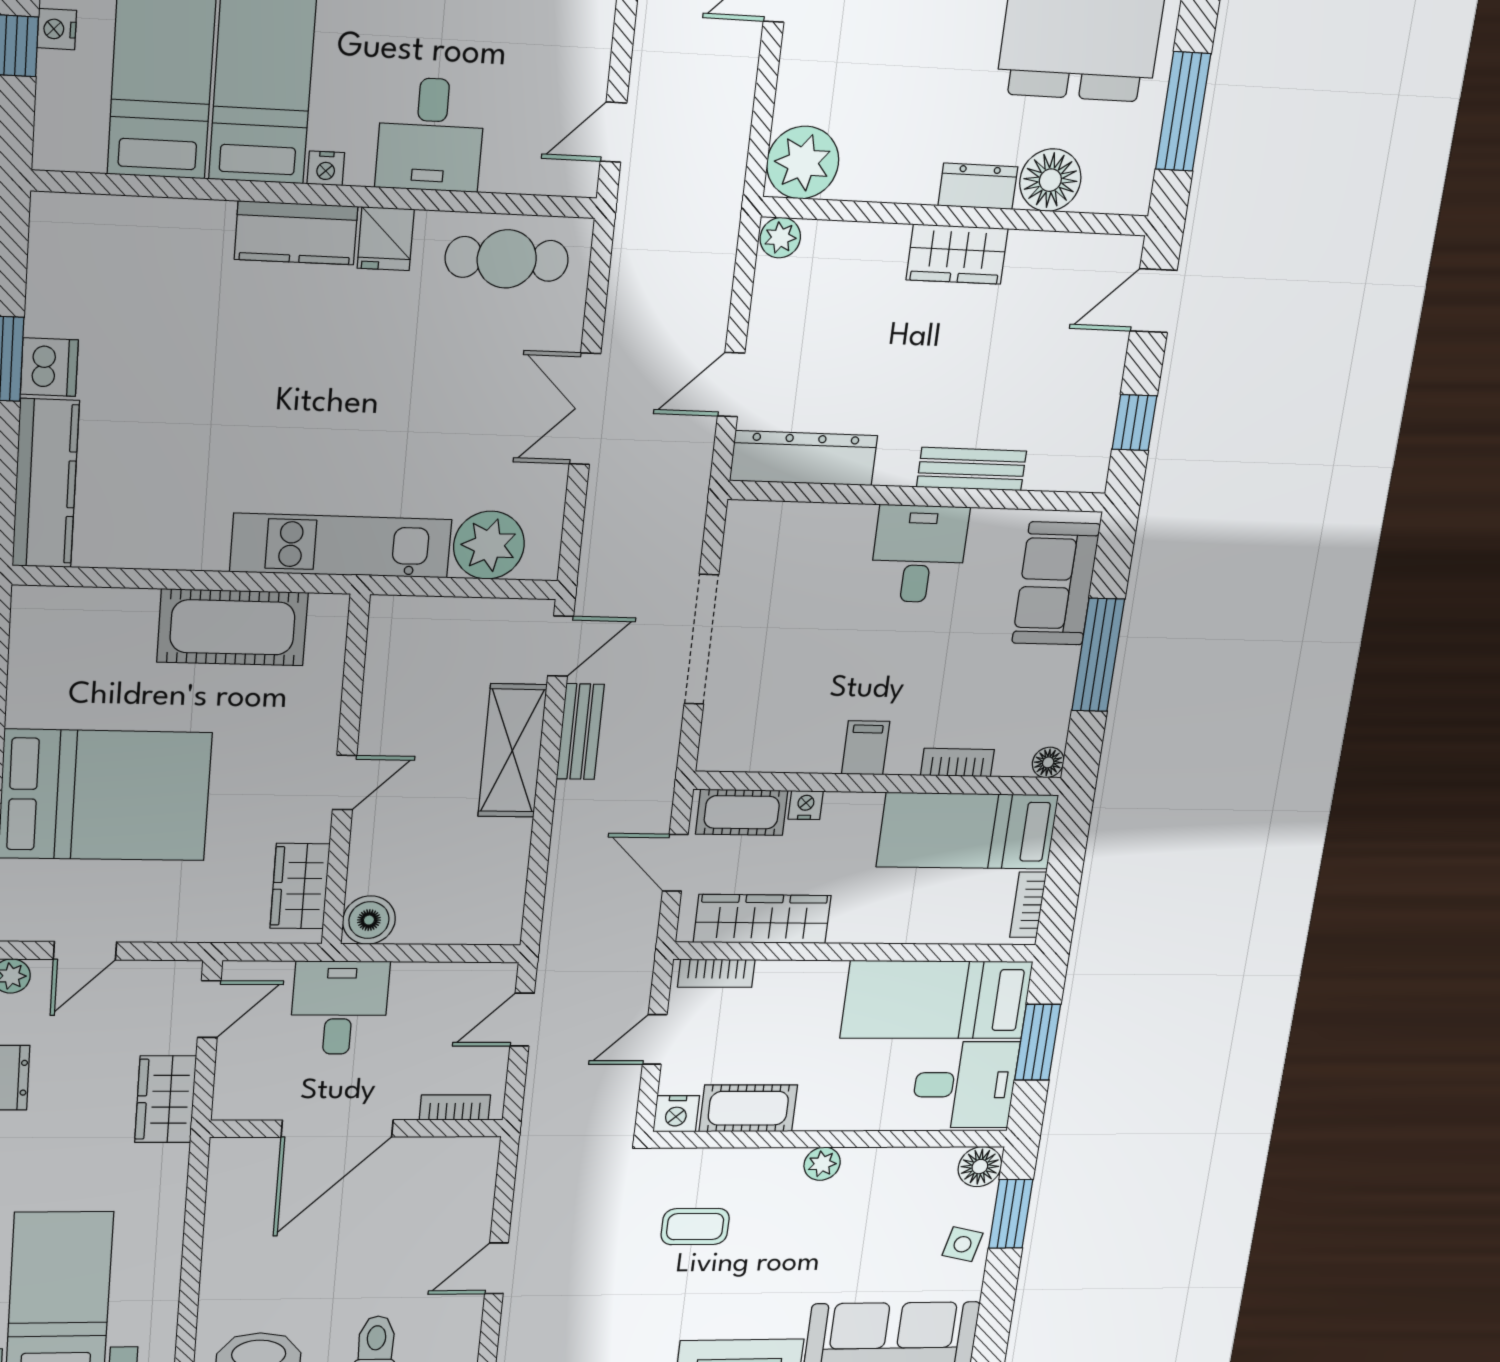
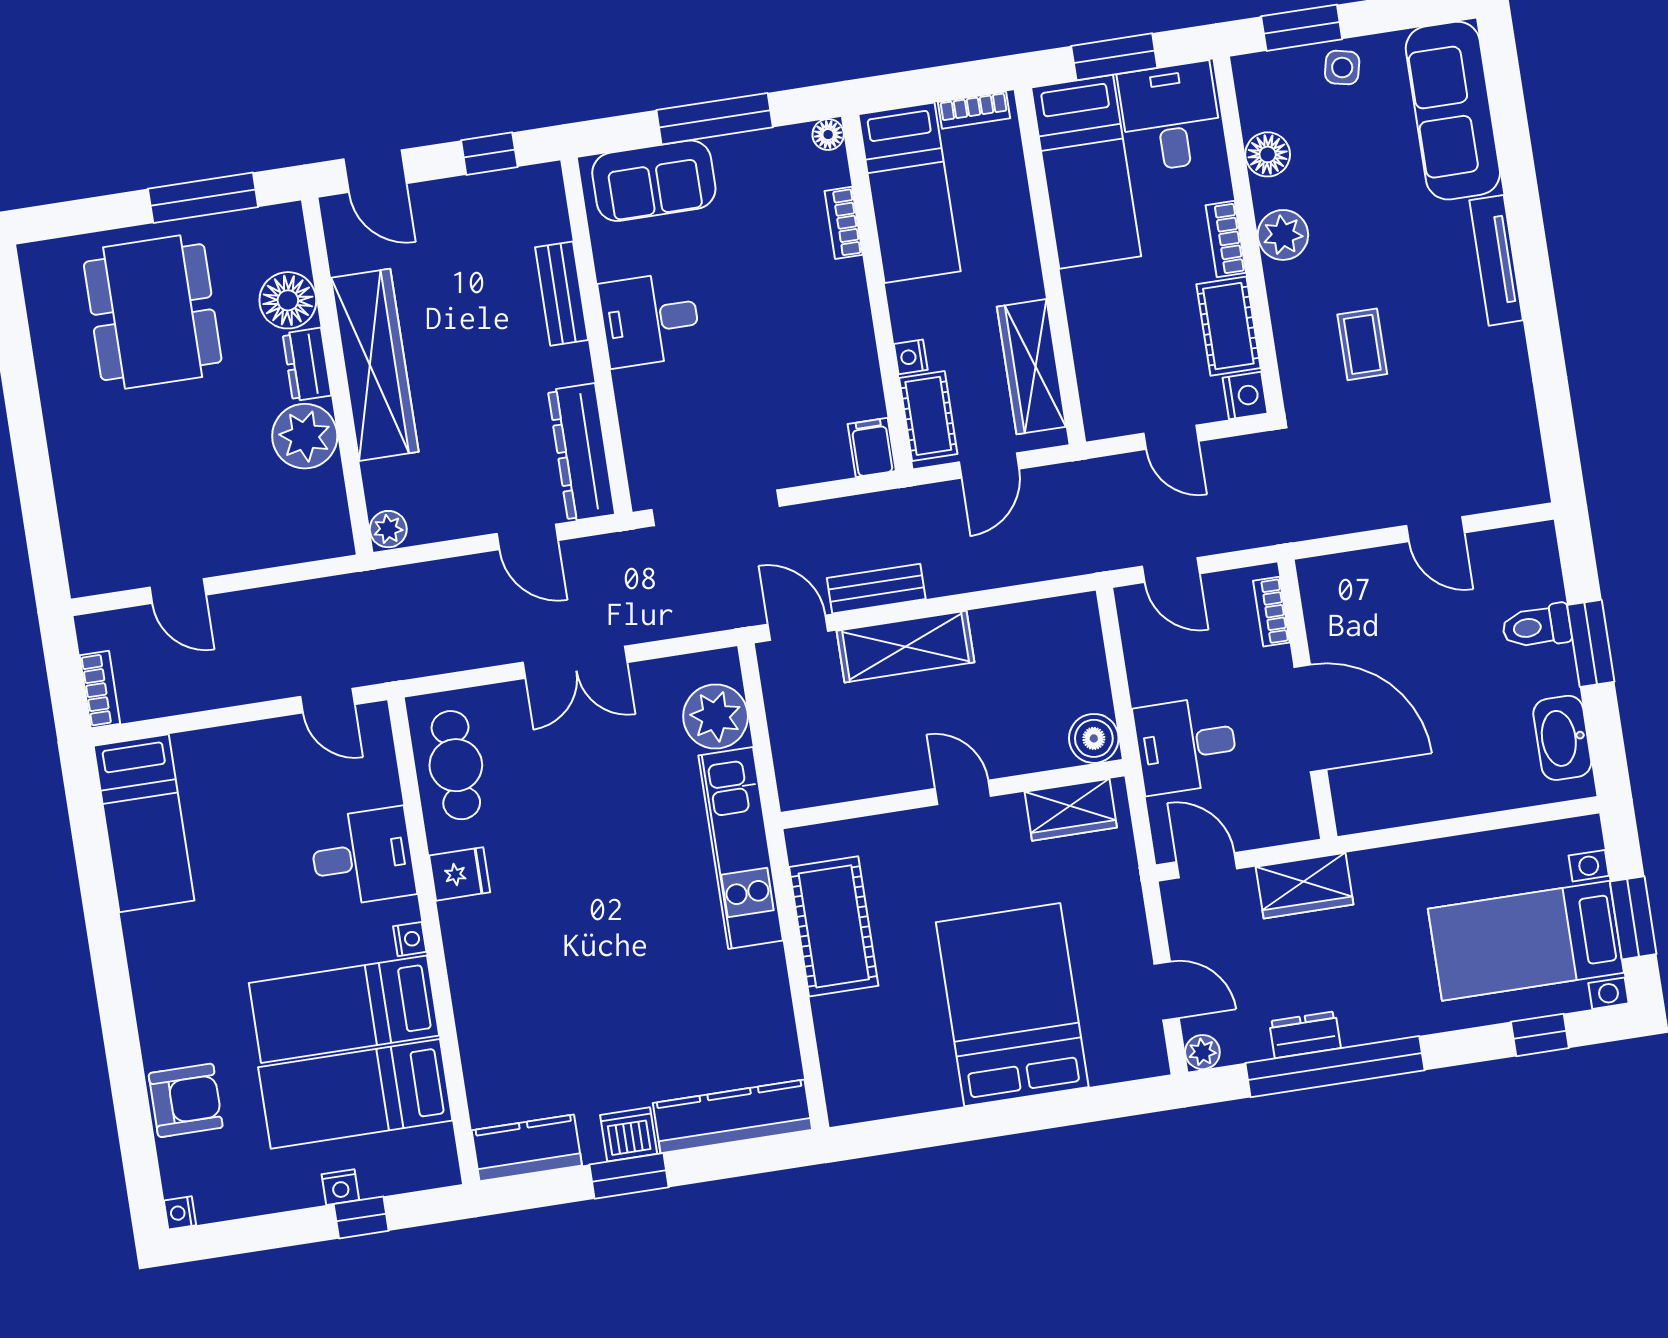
plant: (803, 163) -> (305, 436), moved
kitchen counter: (296, 233) -> (527, 1148), moved, turned -90
wardrobe: (957, 254) -> (375, 365), width x2.10, depth x1.17
doorway: (701, 639) -> (715, 508), moved
filing cabinet: (866, 748) -> (872, 447), moved, turned 90
bookcase: (716, 973) -> (1226, 239), moved, turned 180
plant: (822, 1164) -> (1283, 235), width x1.38, depth x1.38
floor lamp: (980, 1167) -> (1268, 154), moved

